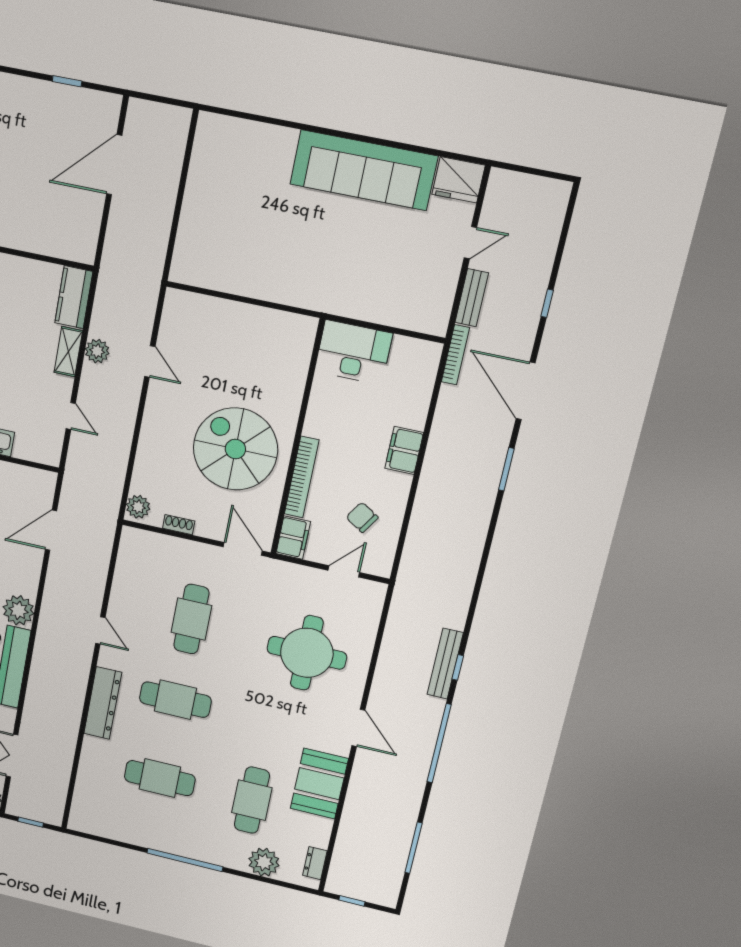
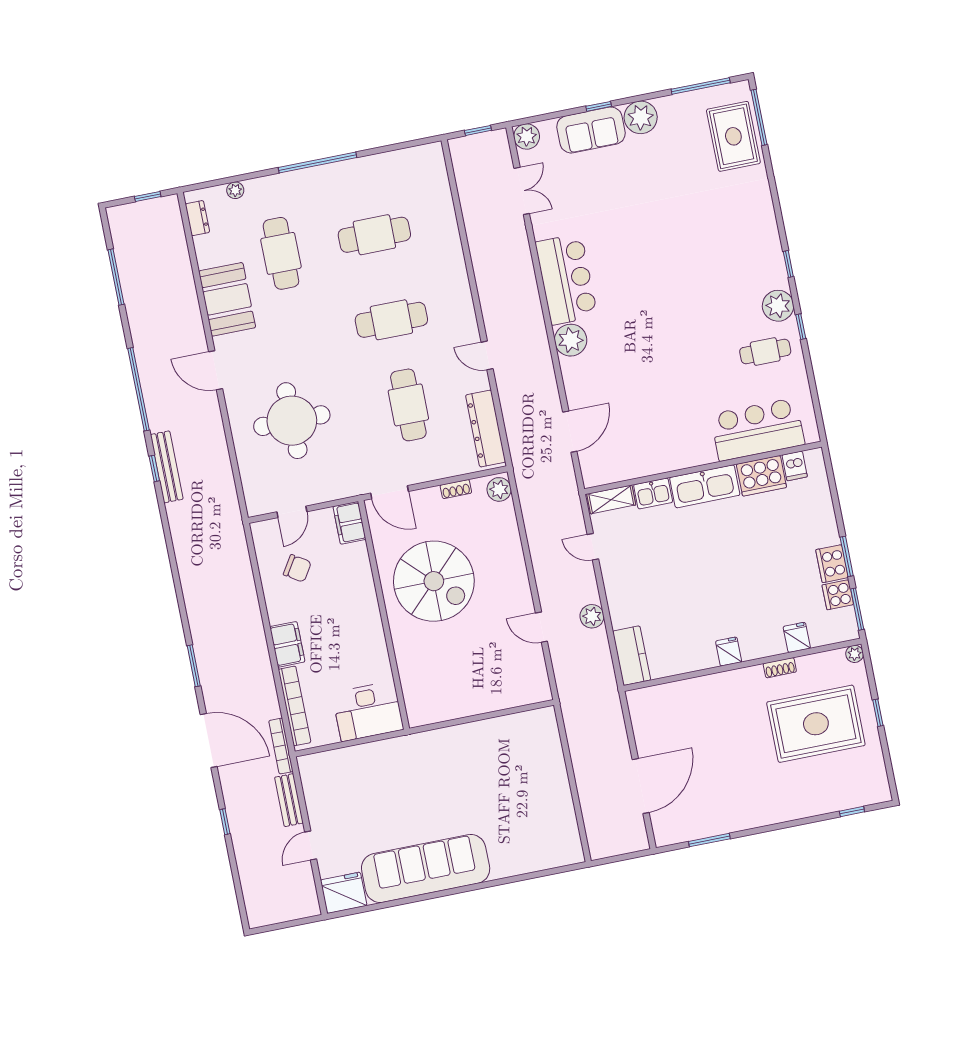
window: (67, 81) -> (709, 840), width x1.50
shelving: (68, 352) -> (611, 499), moved, turned 90
bookcase: (302, 477) -> (295, 706), moved, turned 180
dresser: (103, 703) -> (486, 429), moved
plant: (264, 862) -> (235, 190), width x0.53, depth x0.53

